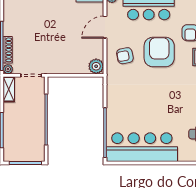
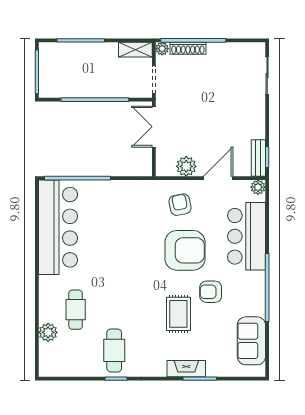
door: (105, 27) -> (218, 178), hinge flipped
plant: (96, 66) -> (186, 166), moved
double door: (66, 75) -> (154, 127), added

